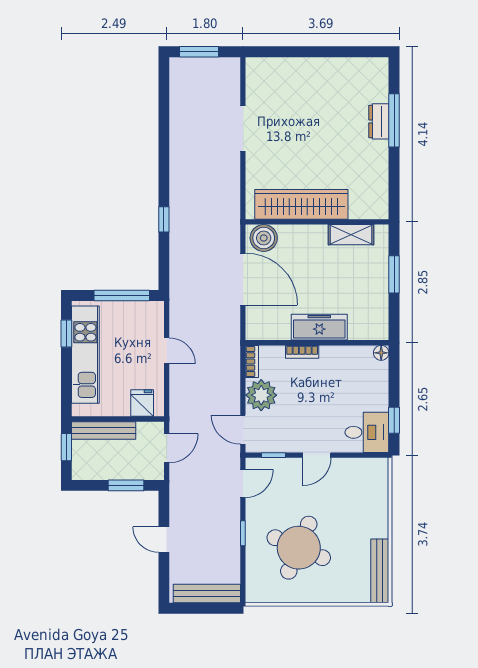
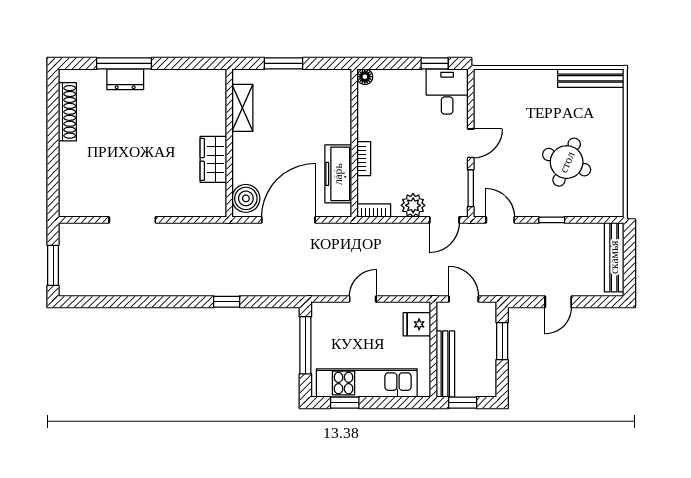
shoe rack: (347, 66) -> (67, 112), added
wardrobe: (301, 204) -> (213, 159), width x0.48, depth x0.85
freezer: (319, 327) -> (338, 174), moved
plant: (261, 395) -> (413, 205), width x0.73, depth x0.73
window: (273, 455) -> (471, 188), width x1.50
door: (317, 455) -> (471, 143), hinge flipped
round table: (299, 548) -> (567, 162), width x0.73, depth x0.73

